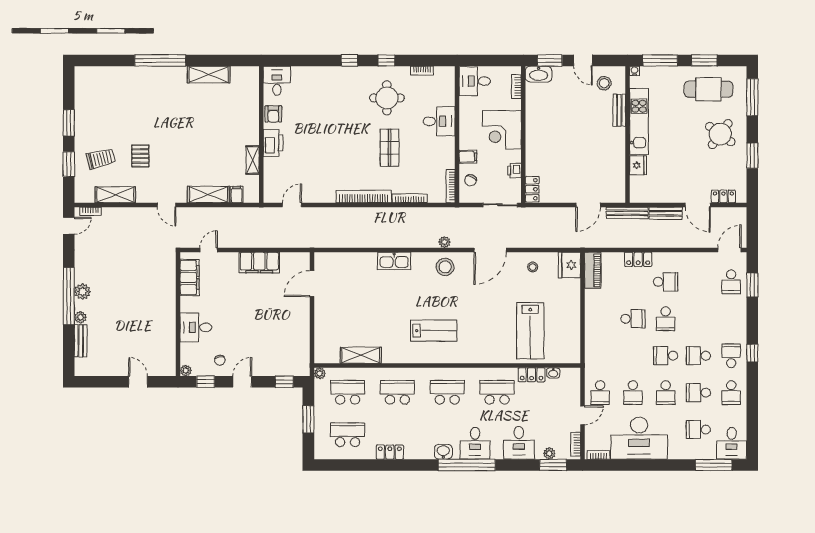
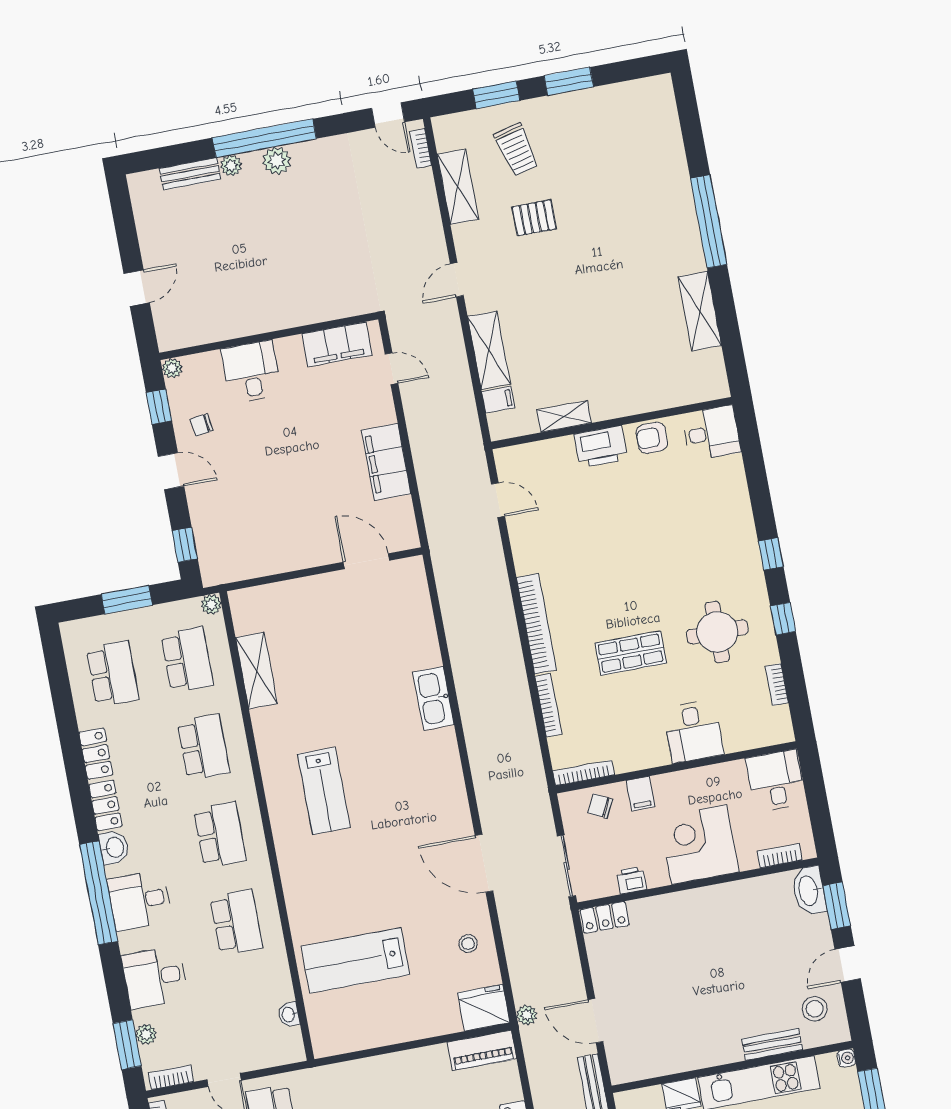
plant: (444, 242) -> (527, 1015), moved
stool: (445, 267) -> (439, 790), removed
locker: (532, 375) -> (105, 805), moved, turned 180

